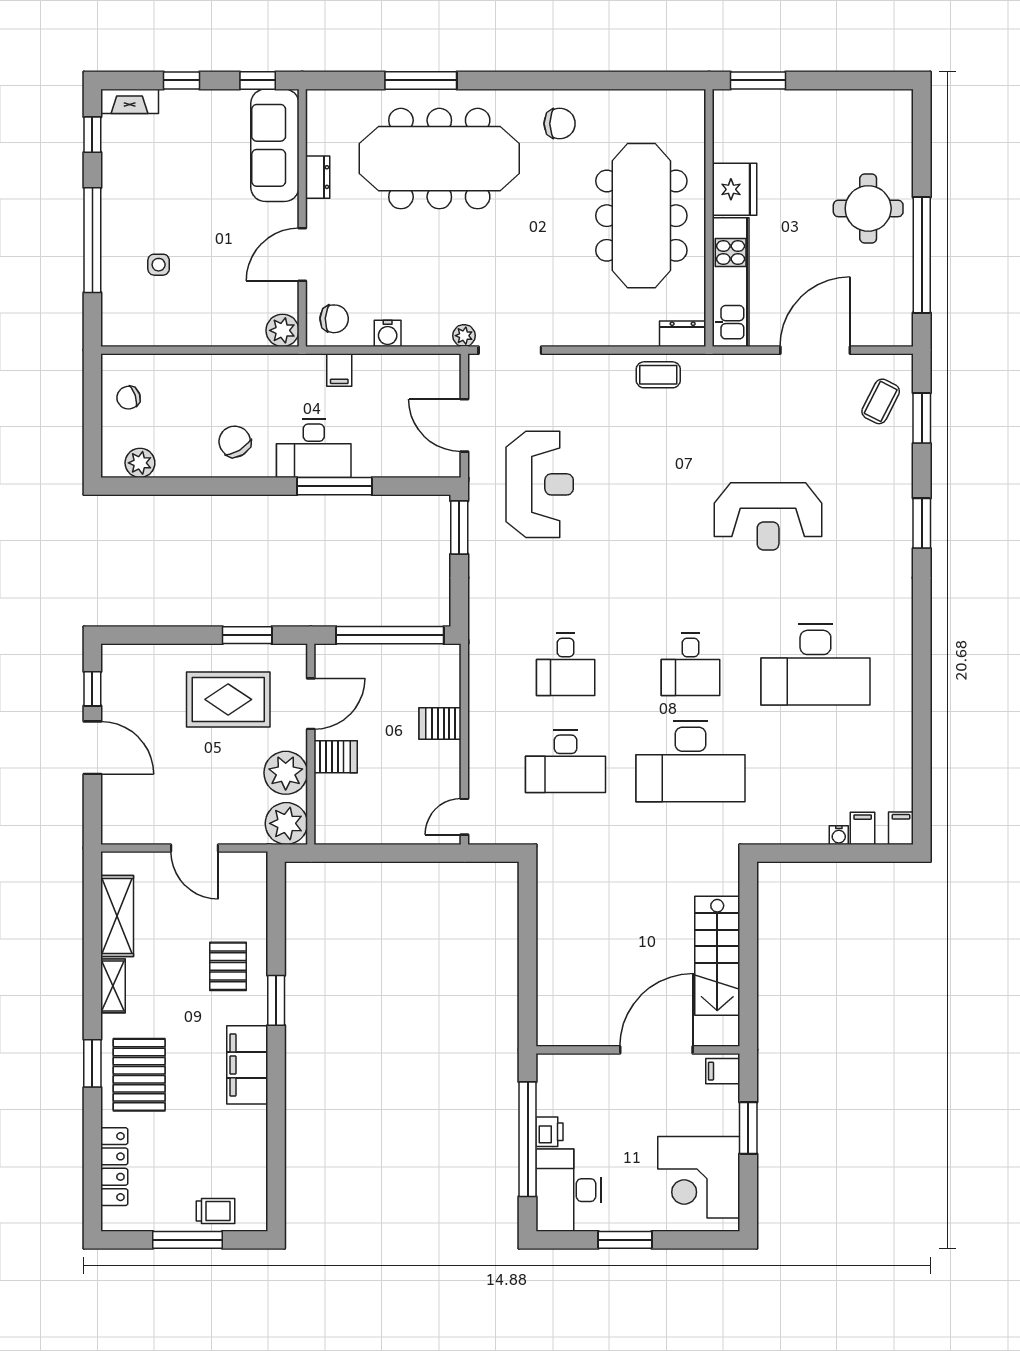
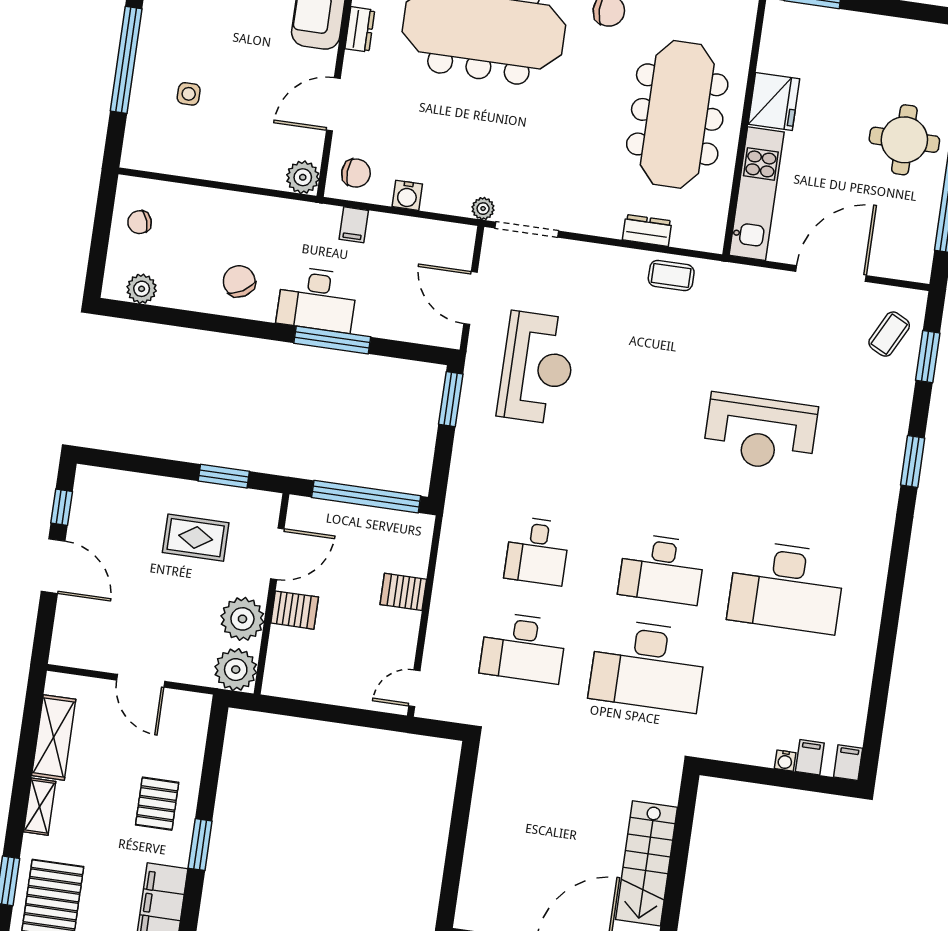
dresser: (683, 334) -> (647, 230), moved
desk: (690, 664) -> (662, 569), width x1.37
rug: (228, 699) -> (196, 538), width x0.73, depth x0.70

